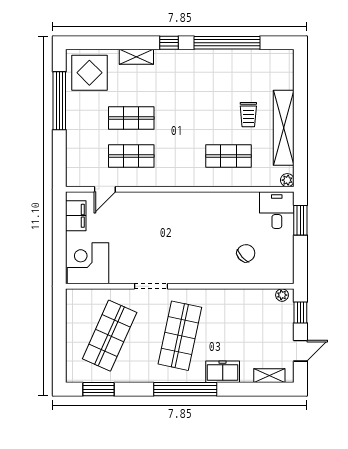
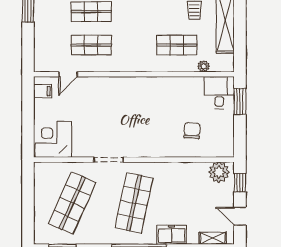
plant: (287, 180) -> (204, 66), moved
filing cabinet: (76, 216) -> (42, 91), width x0.50
chair: (246, 253) -> (192, 131), turned -44
plant: (282, 295) -> (219, 172), width x1.88, depth x1.88
door: (300, 351) -> (240, 216), swing flipped

